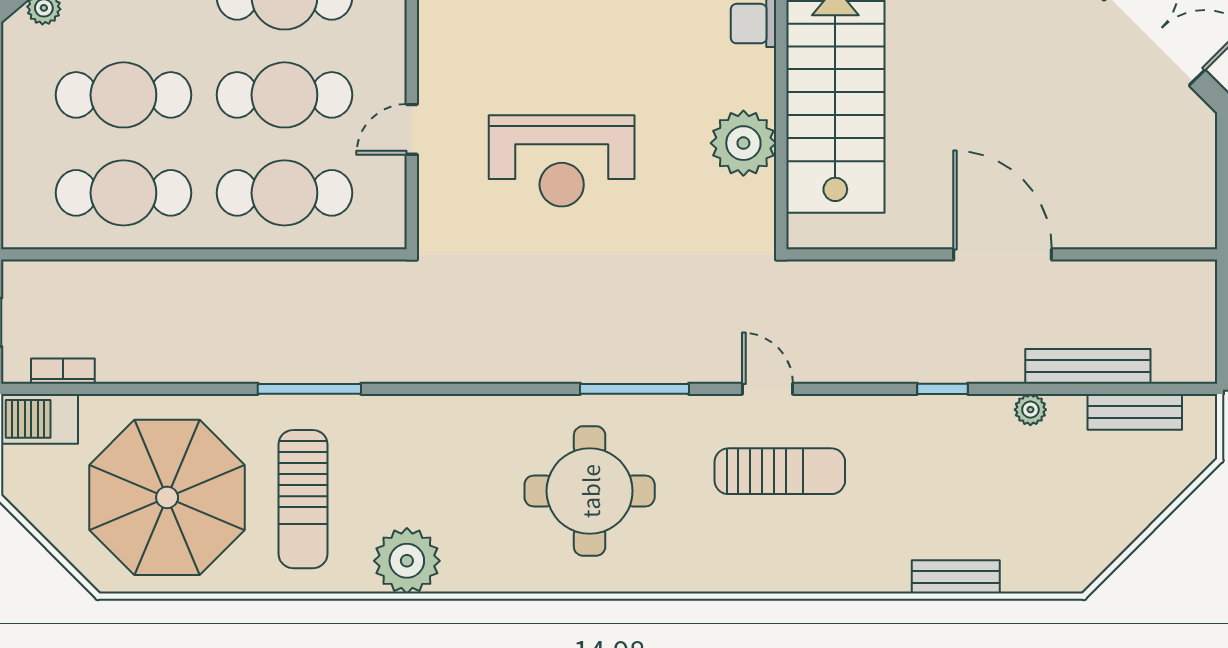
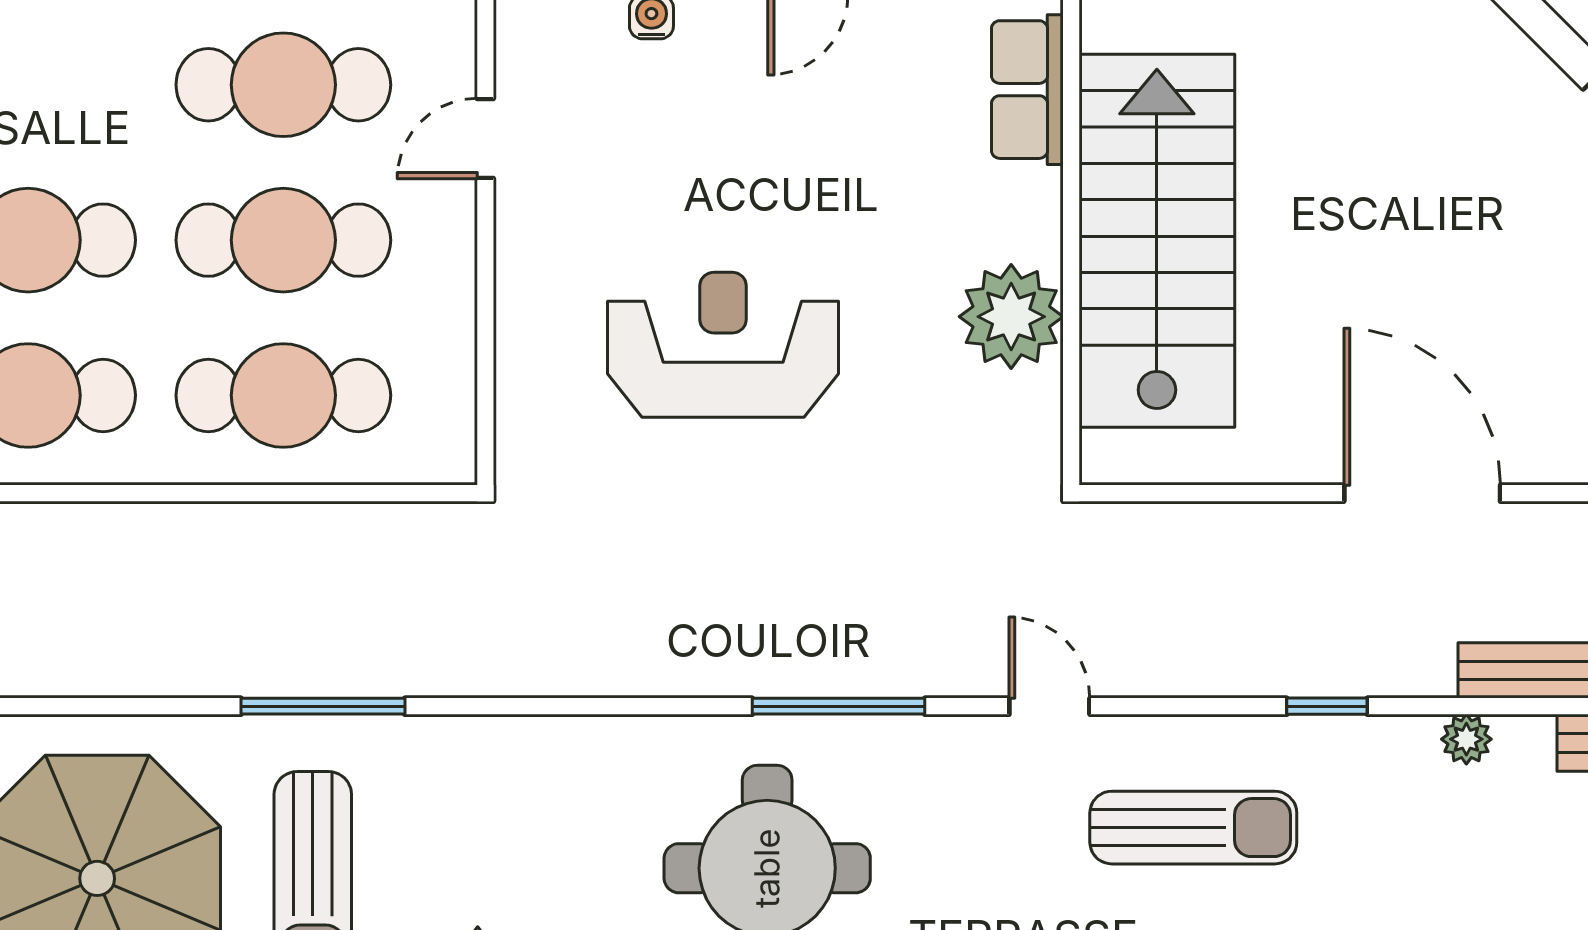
door: (412, 129) -> (485, 138), moved
reception desk: (562, 161) -> (723, 345), turned 180
sun lounger: (780, 471) -> (1193, 828), moved

